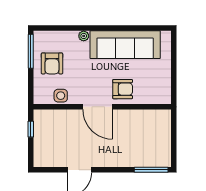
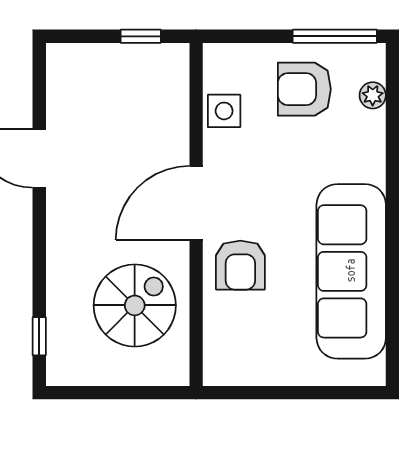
plant: (84, 36) -> (373, 95), moved
spiral stairs: (139, 131) -> (135, 305), added
window: (151, 170) -> (39, 336), width x0.46

